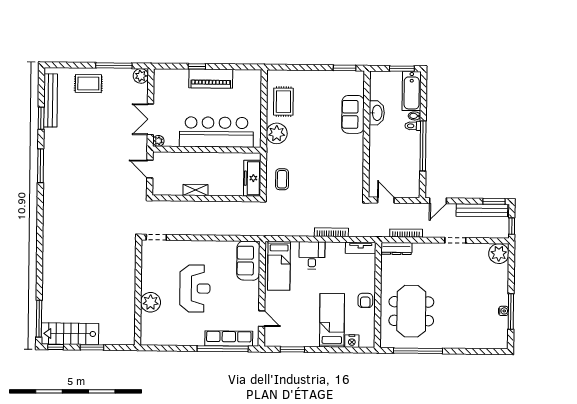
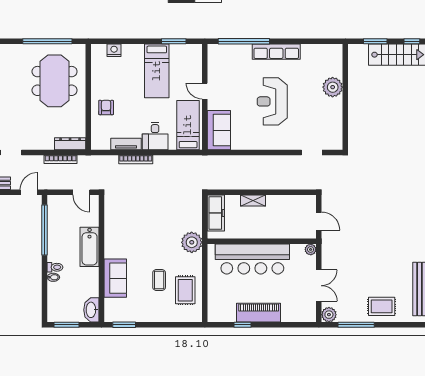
window: (197, 66) -> (243, 325), moved
bathtub: (412, 91) -> (90, 247), moved, turned 180
washbasin: (377, 113) -> (91, 310), moved
double door: (150, 119) -> (319, 286), moved
plant: (277, 133) -> (192, 242), moved
window: (423, 146) -> (45, 230), moved
coffee table: (282, 179) -> (159, 280), moved
shelving: (196, 190) -> (253, 200), moved
tv unit: (361, 248) -> (126, 144), moved
wall: (138, 292) -> (345, 97), moved
armchair: (365, 300) -> (106, 107), moved
plant: (151, 302) -> (333, 87), moved
door: (262, 319) -> (205, 91), moved
bed: (332, 320) -> (157, 71), moved
row of seats: (229, 338) -> (276, 52), moved

